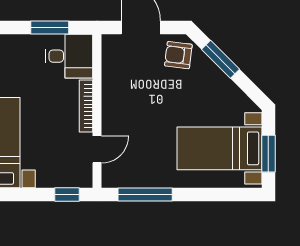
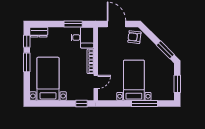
window: (220, 59) -> (165, 50), moved
bed with nightstands: (220, 148) -> (134, 80), moved, turned 90
window: (145, 195) -> (145, 103), moved

